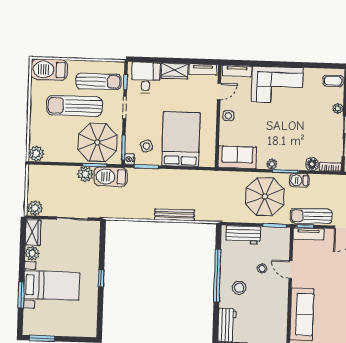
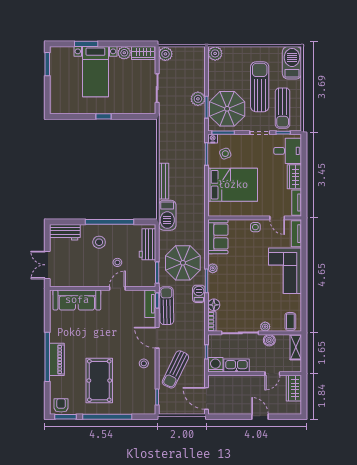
barbecue: (111, 177) -> (167, 215), moved, turned 180

